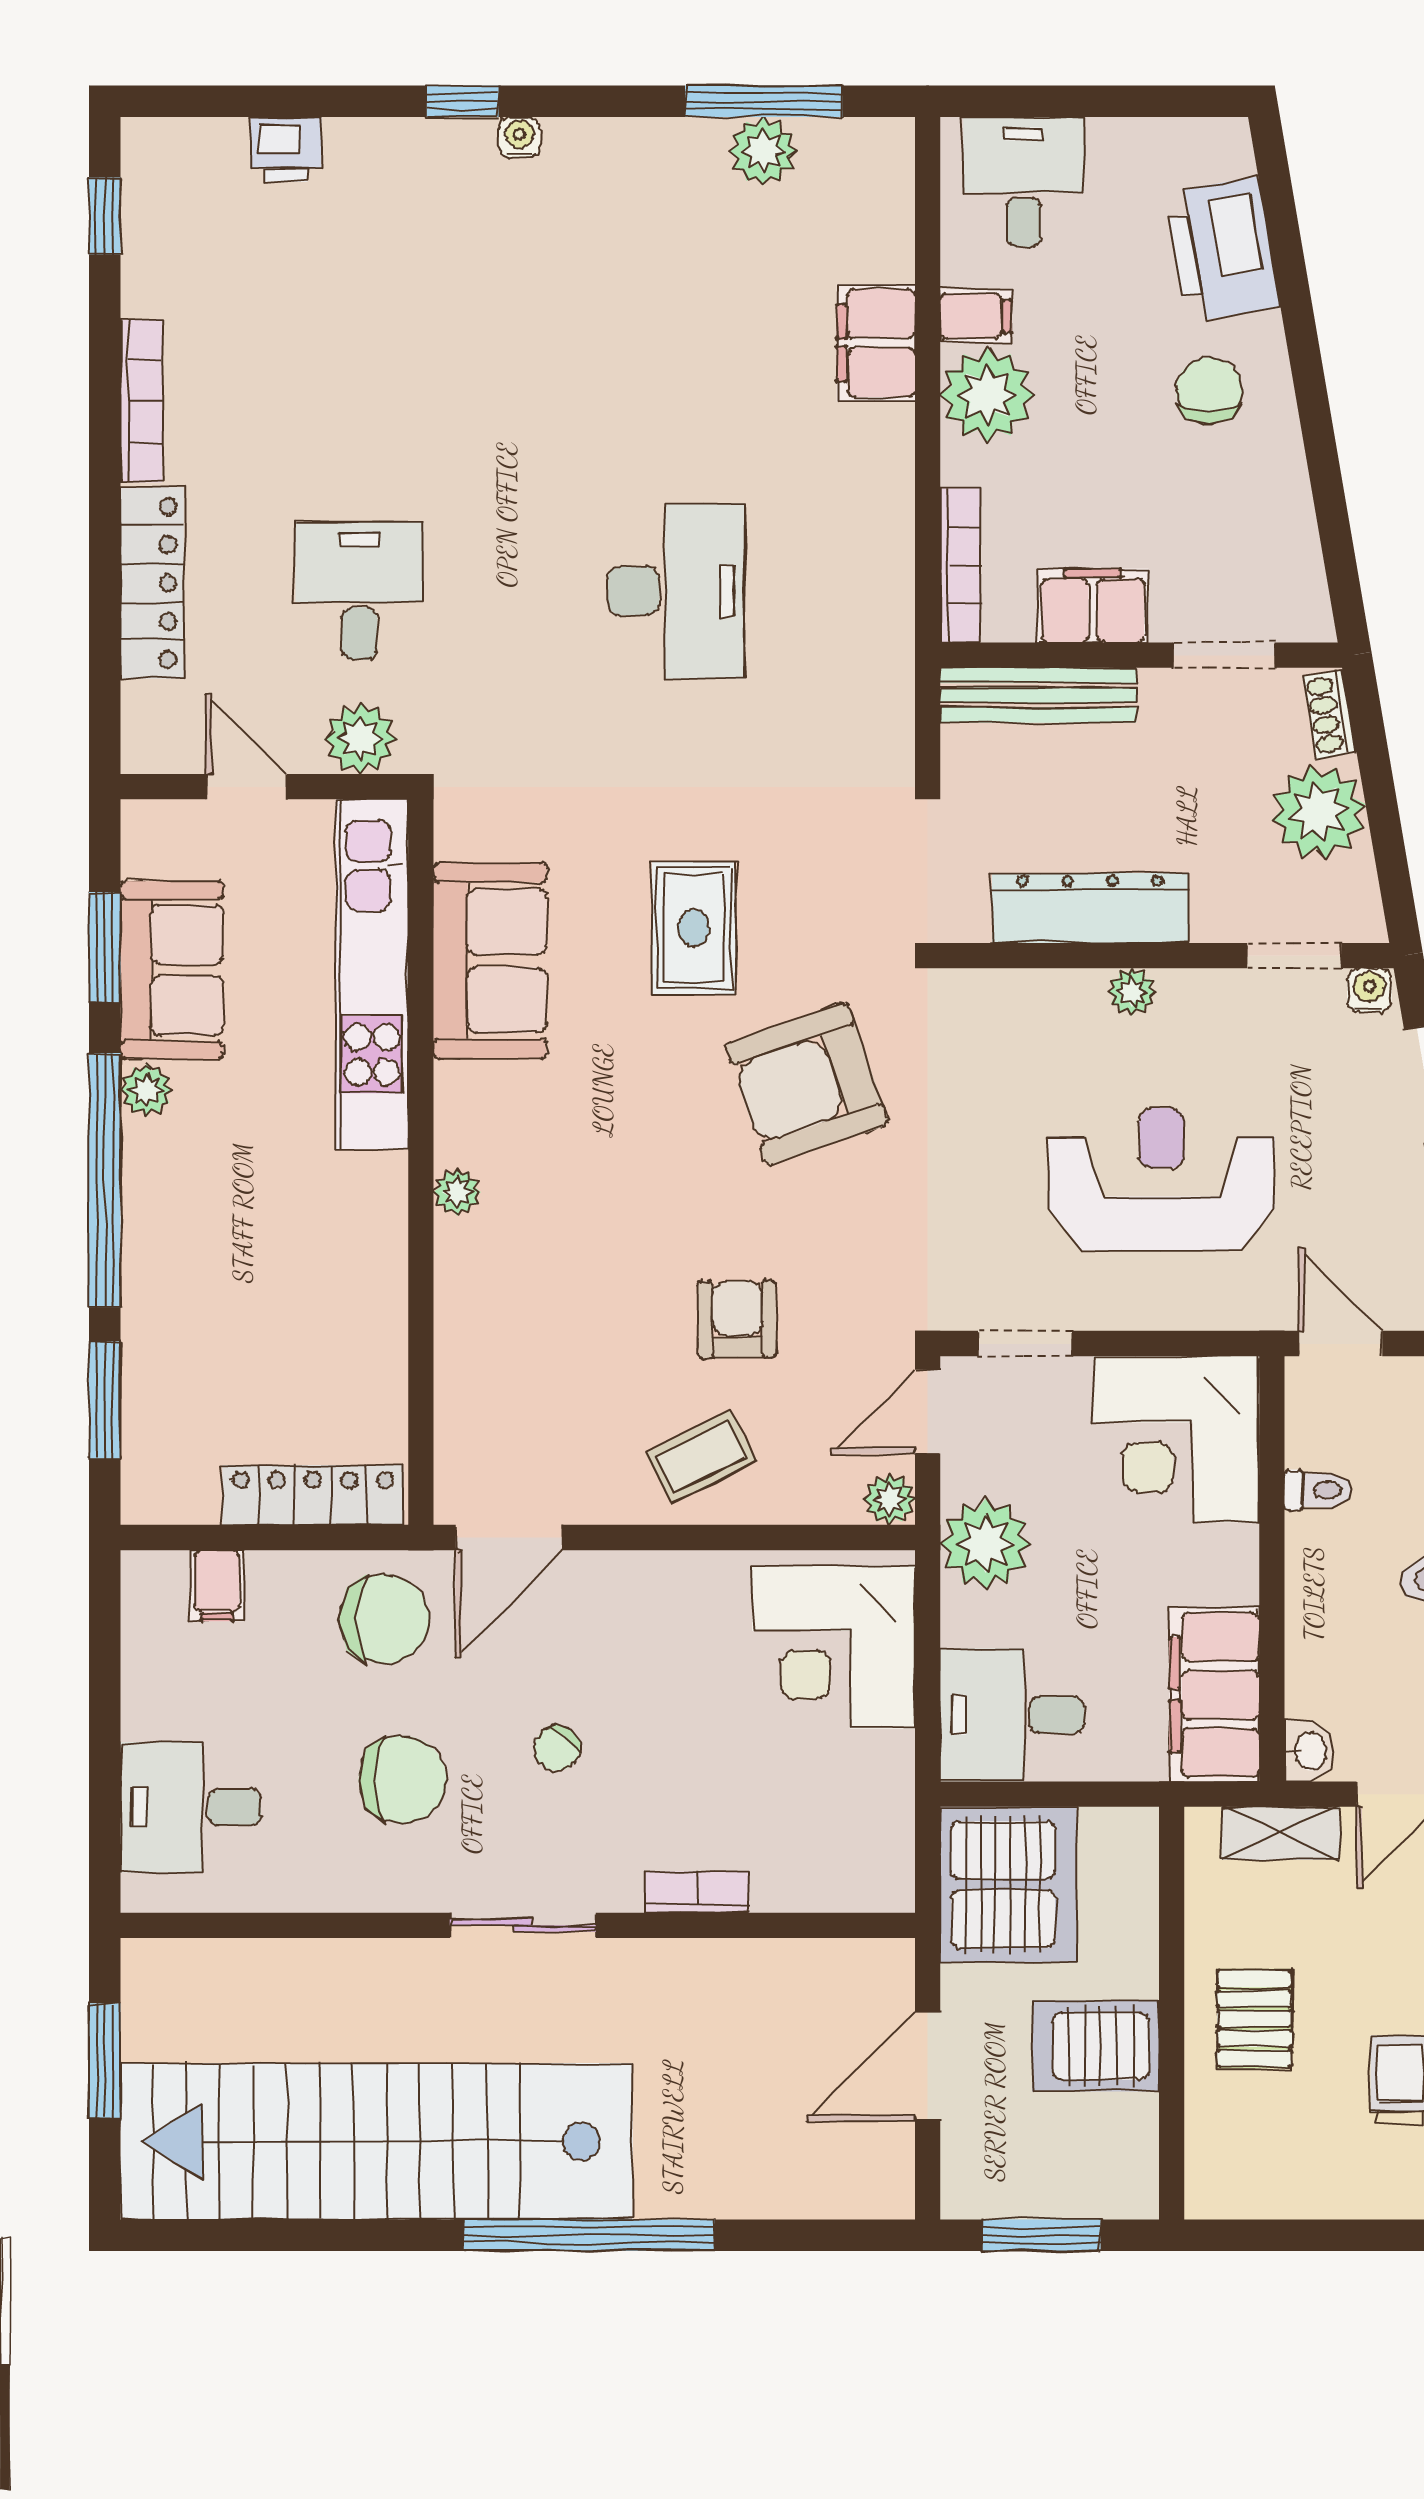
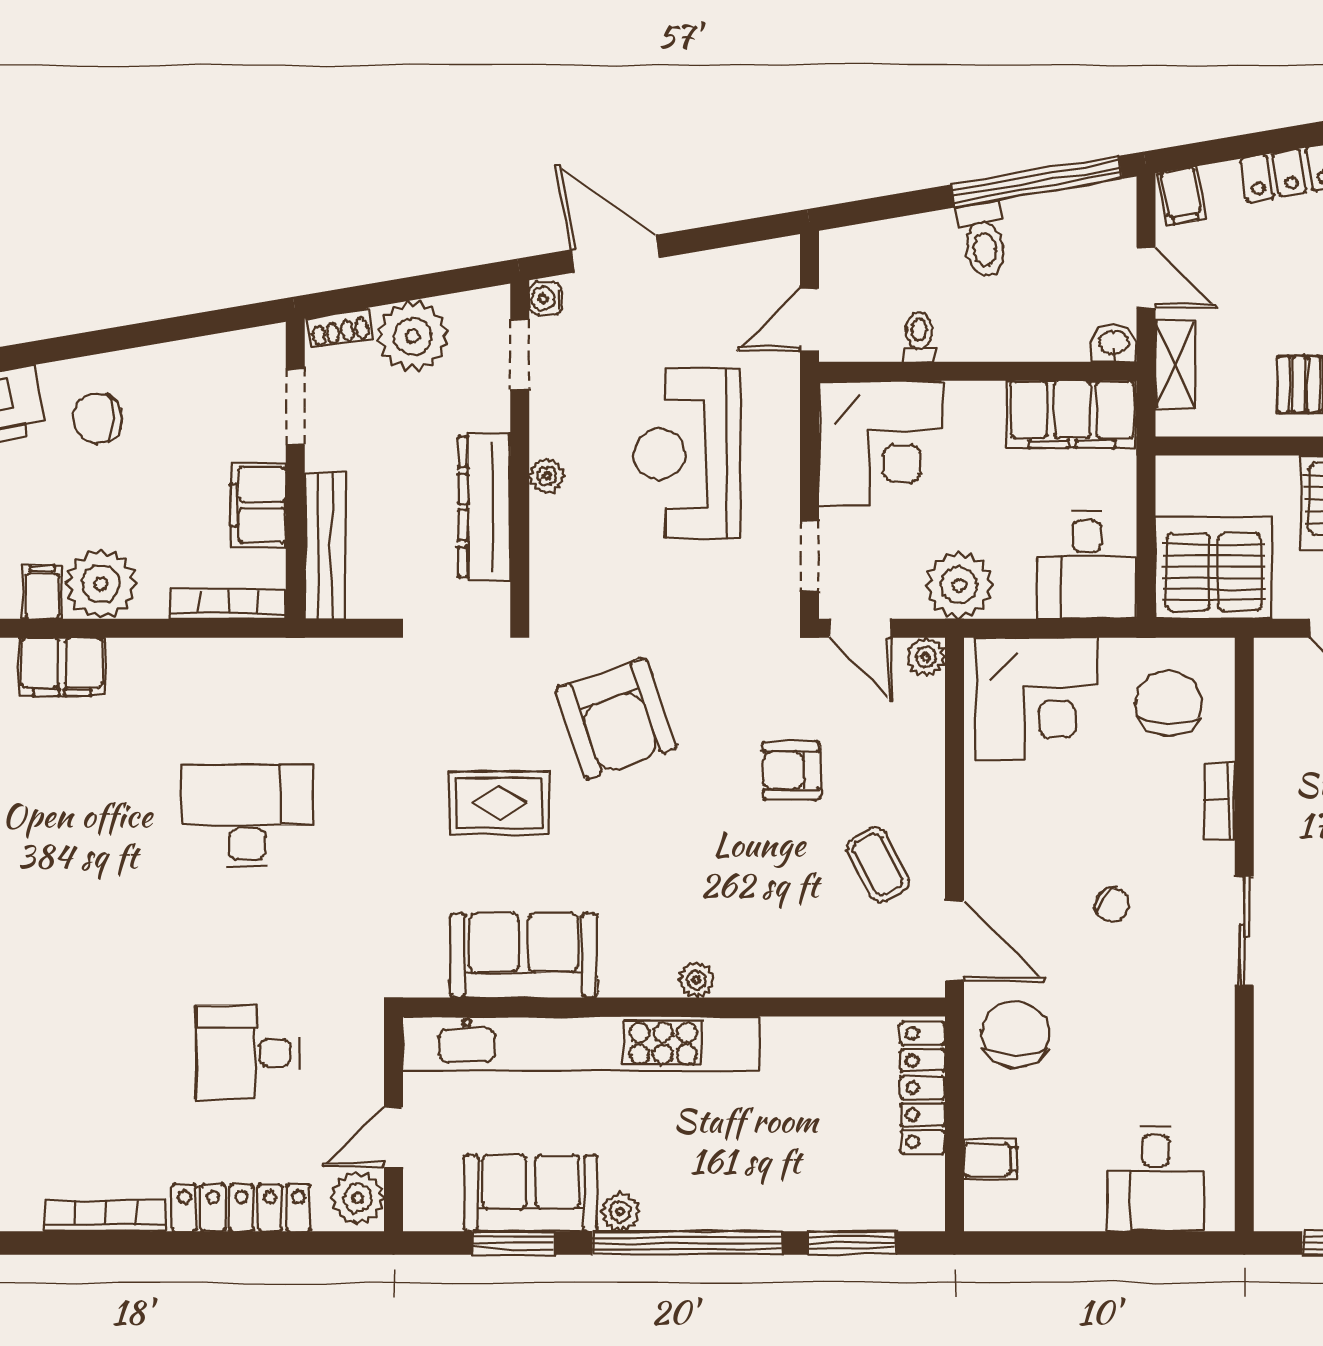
plant: (361, 738) -> (358, 1198), moved
kitchen unit: (372, 974) -> (581, 1043), width x1.36
coffee table: (701, 1457) -> (878, 864), moved
chair: (402, 1779) -> (1169, 704), moved

